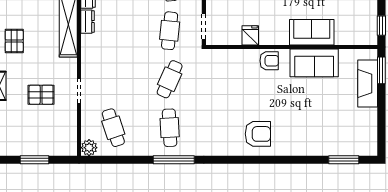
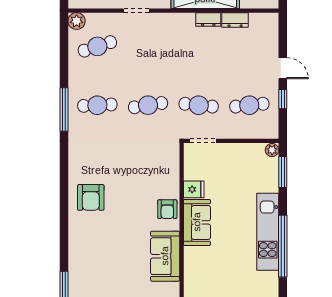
sofa: (312, 32) -> (197, 222), moved
cafe table: (170, 79) -> (148, 105), turned -33

